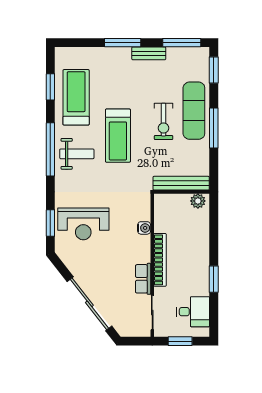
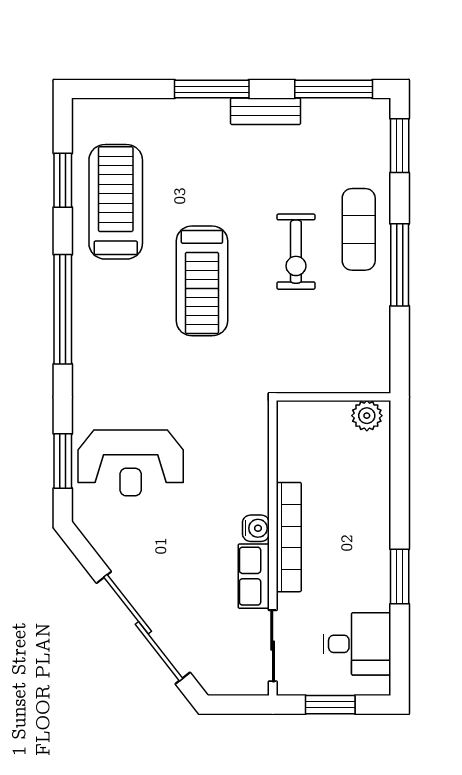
exercise mat: (194, 111) -> (359, 229), width x0.73, depth x0.69
weight bench: (77, 154) -> (117, 318), removed
bench: (181, 183) -> (332, 379), removed
water cooler: (144, 228) -> (256, 528), moved

